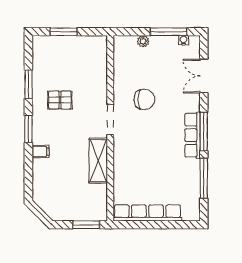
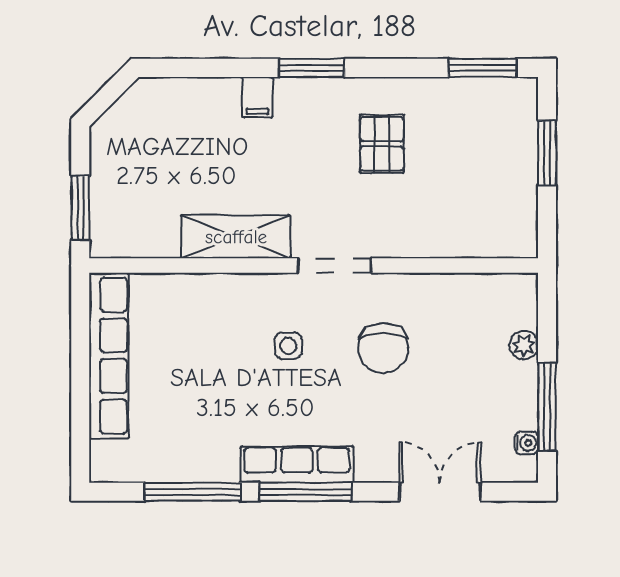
window: (28, 84) -> (482, 68), moved
side table: (143, 139) -> (288, 346), added

